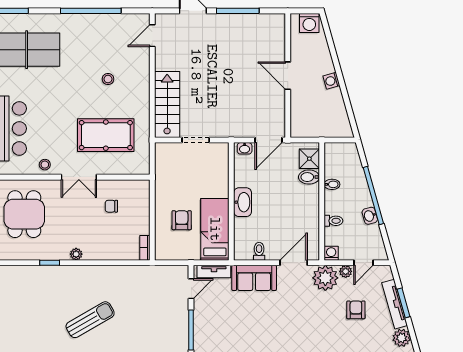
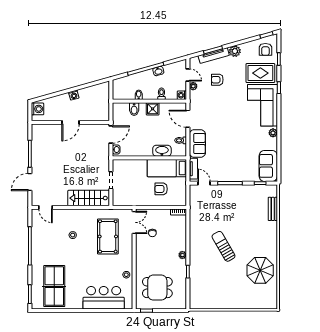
door: (268, 140) -> (111, 135), hinge flipped
shower: (309, 159) -> (153, 109), moved
double door: (79, 177) -> (134, 222), moved
washbasin: (243, 202) -> (162, 151), moved
plant: (325, 278) -> (197, 99), removed

